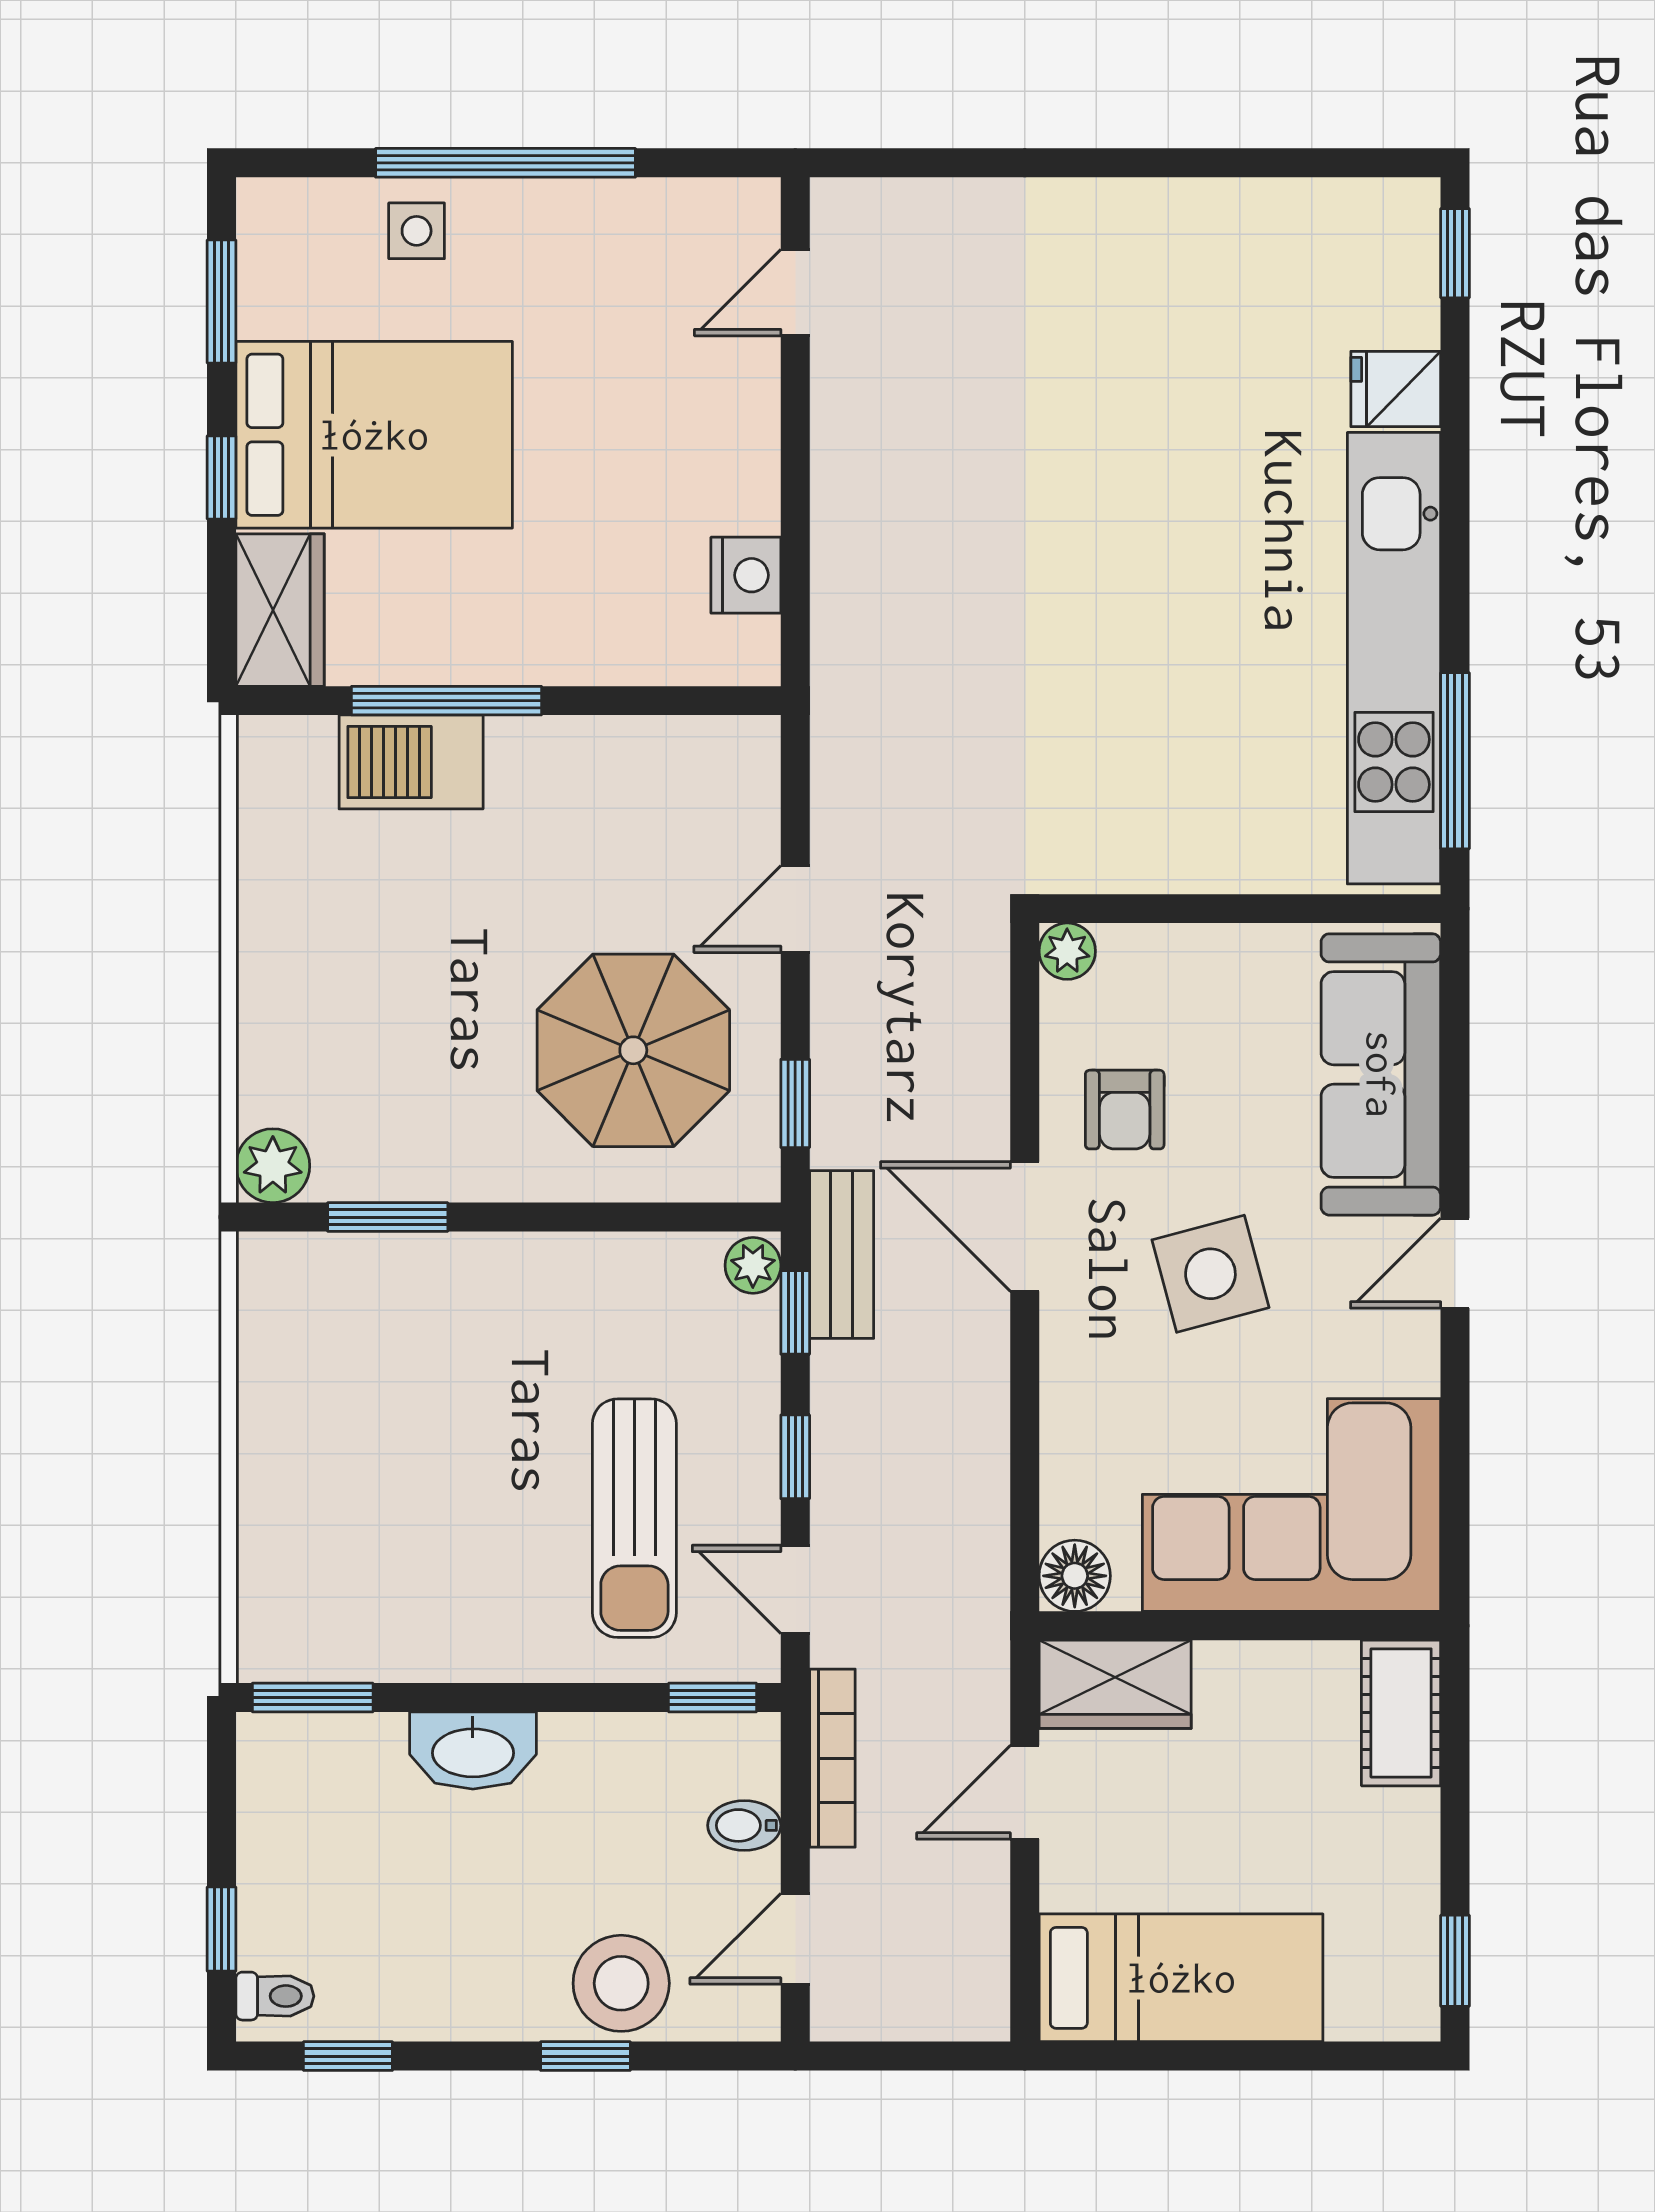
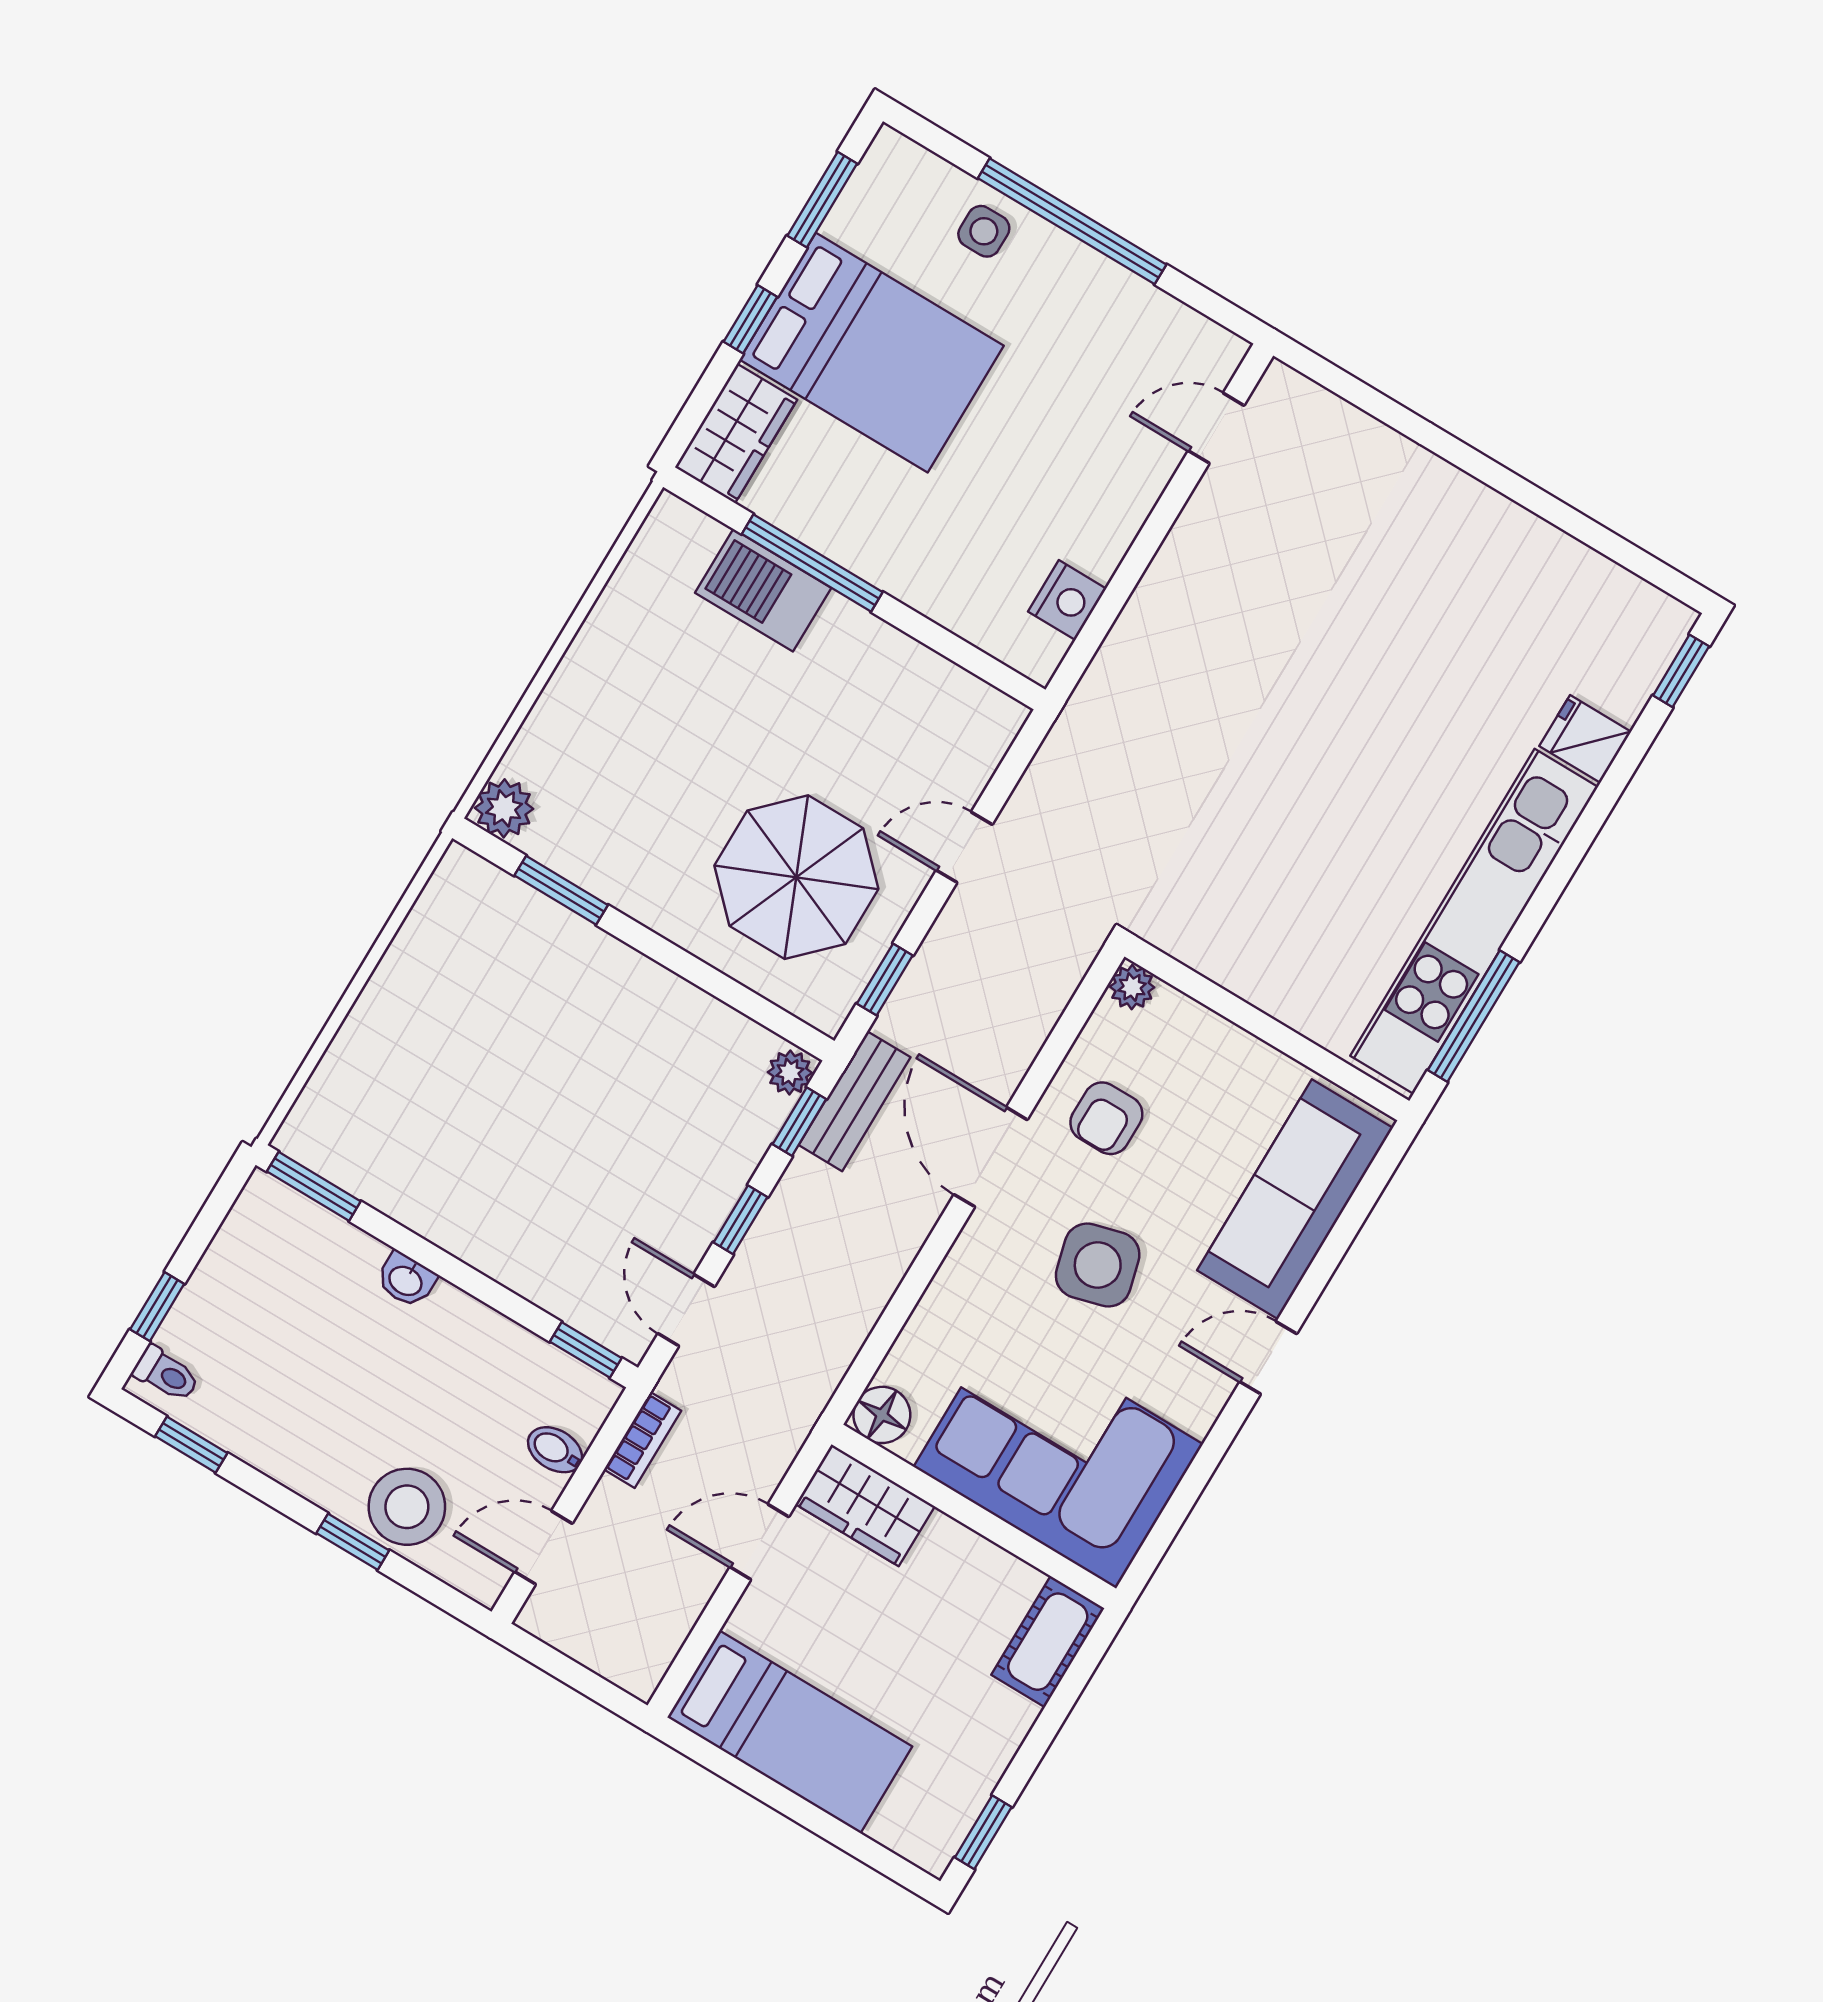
sun lounger: (634, 1518) -> (606, 1196), removed
washbasin: (473, 1751) -> (406, 1280), width x0.52, depth x0.69
bookcase: (832, 1758) -> (643, 1440), width x0.64

